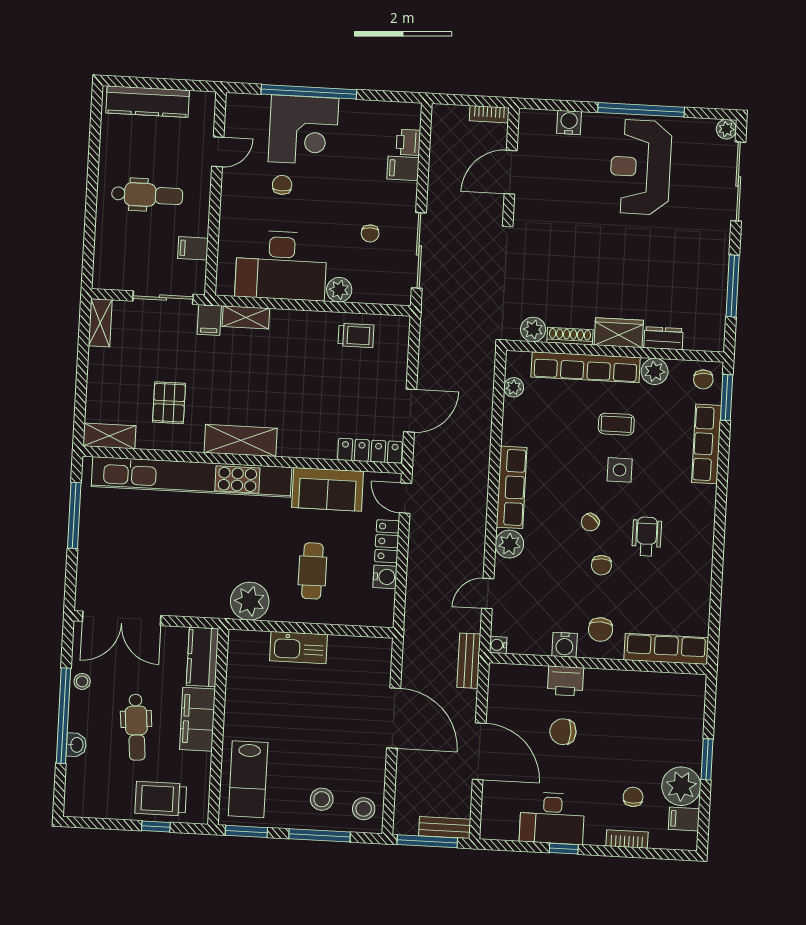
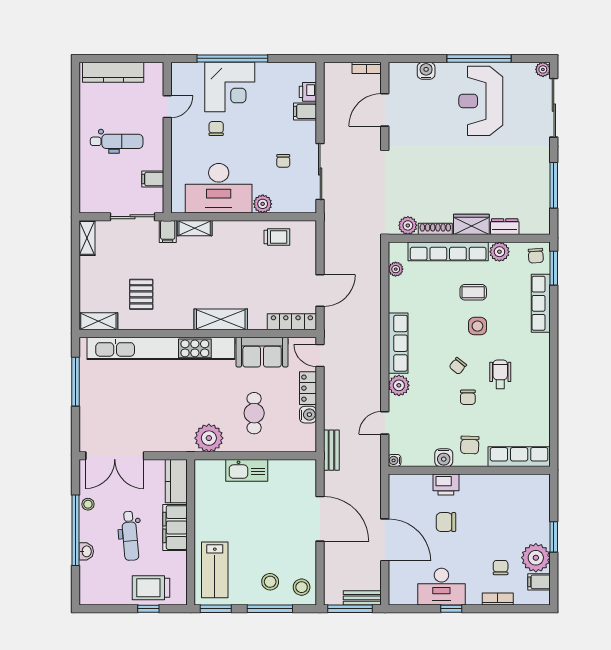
shelving: (241, 440) -> (221, 319), moved
bench: (469, 661) -> (331, 450), moved

